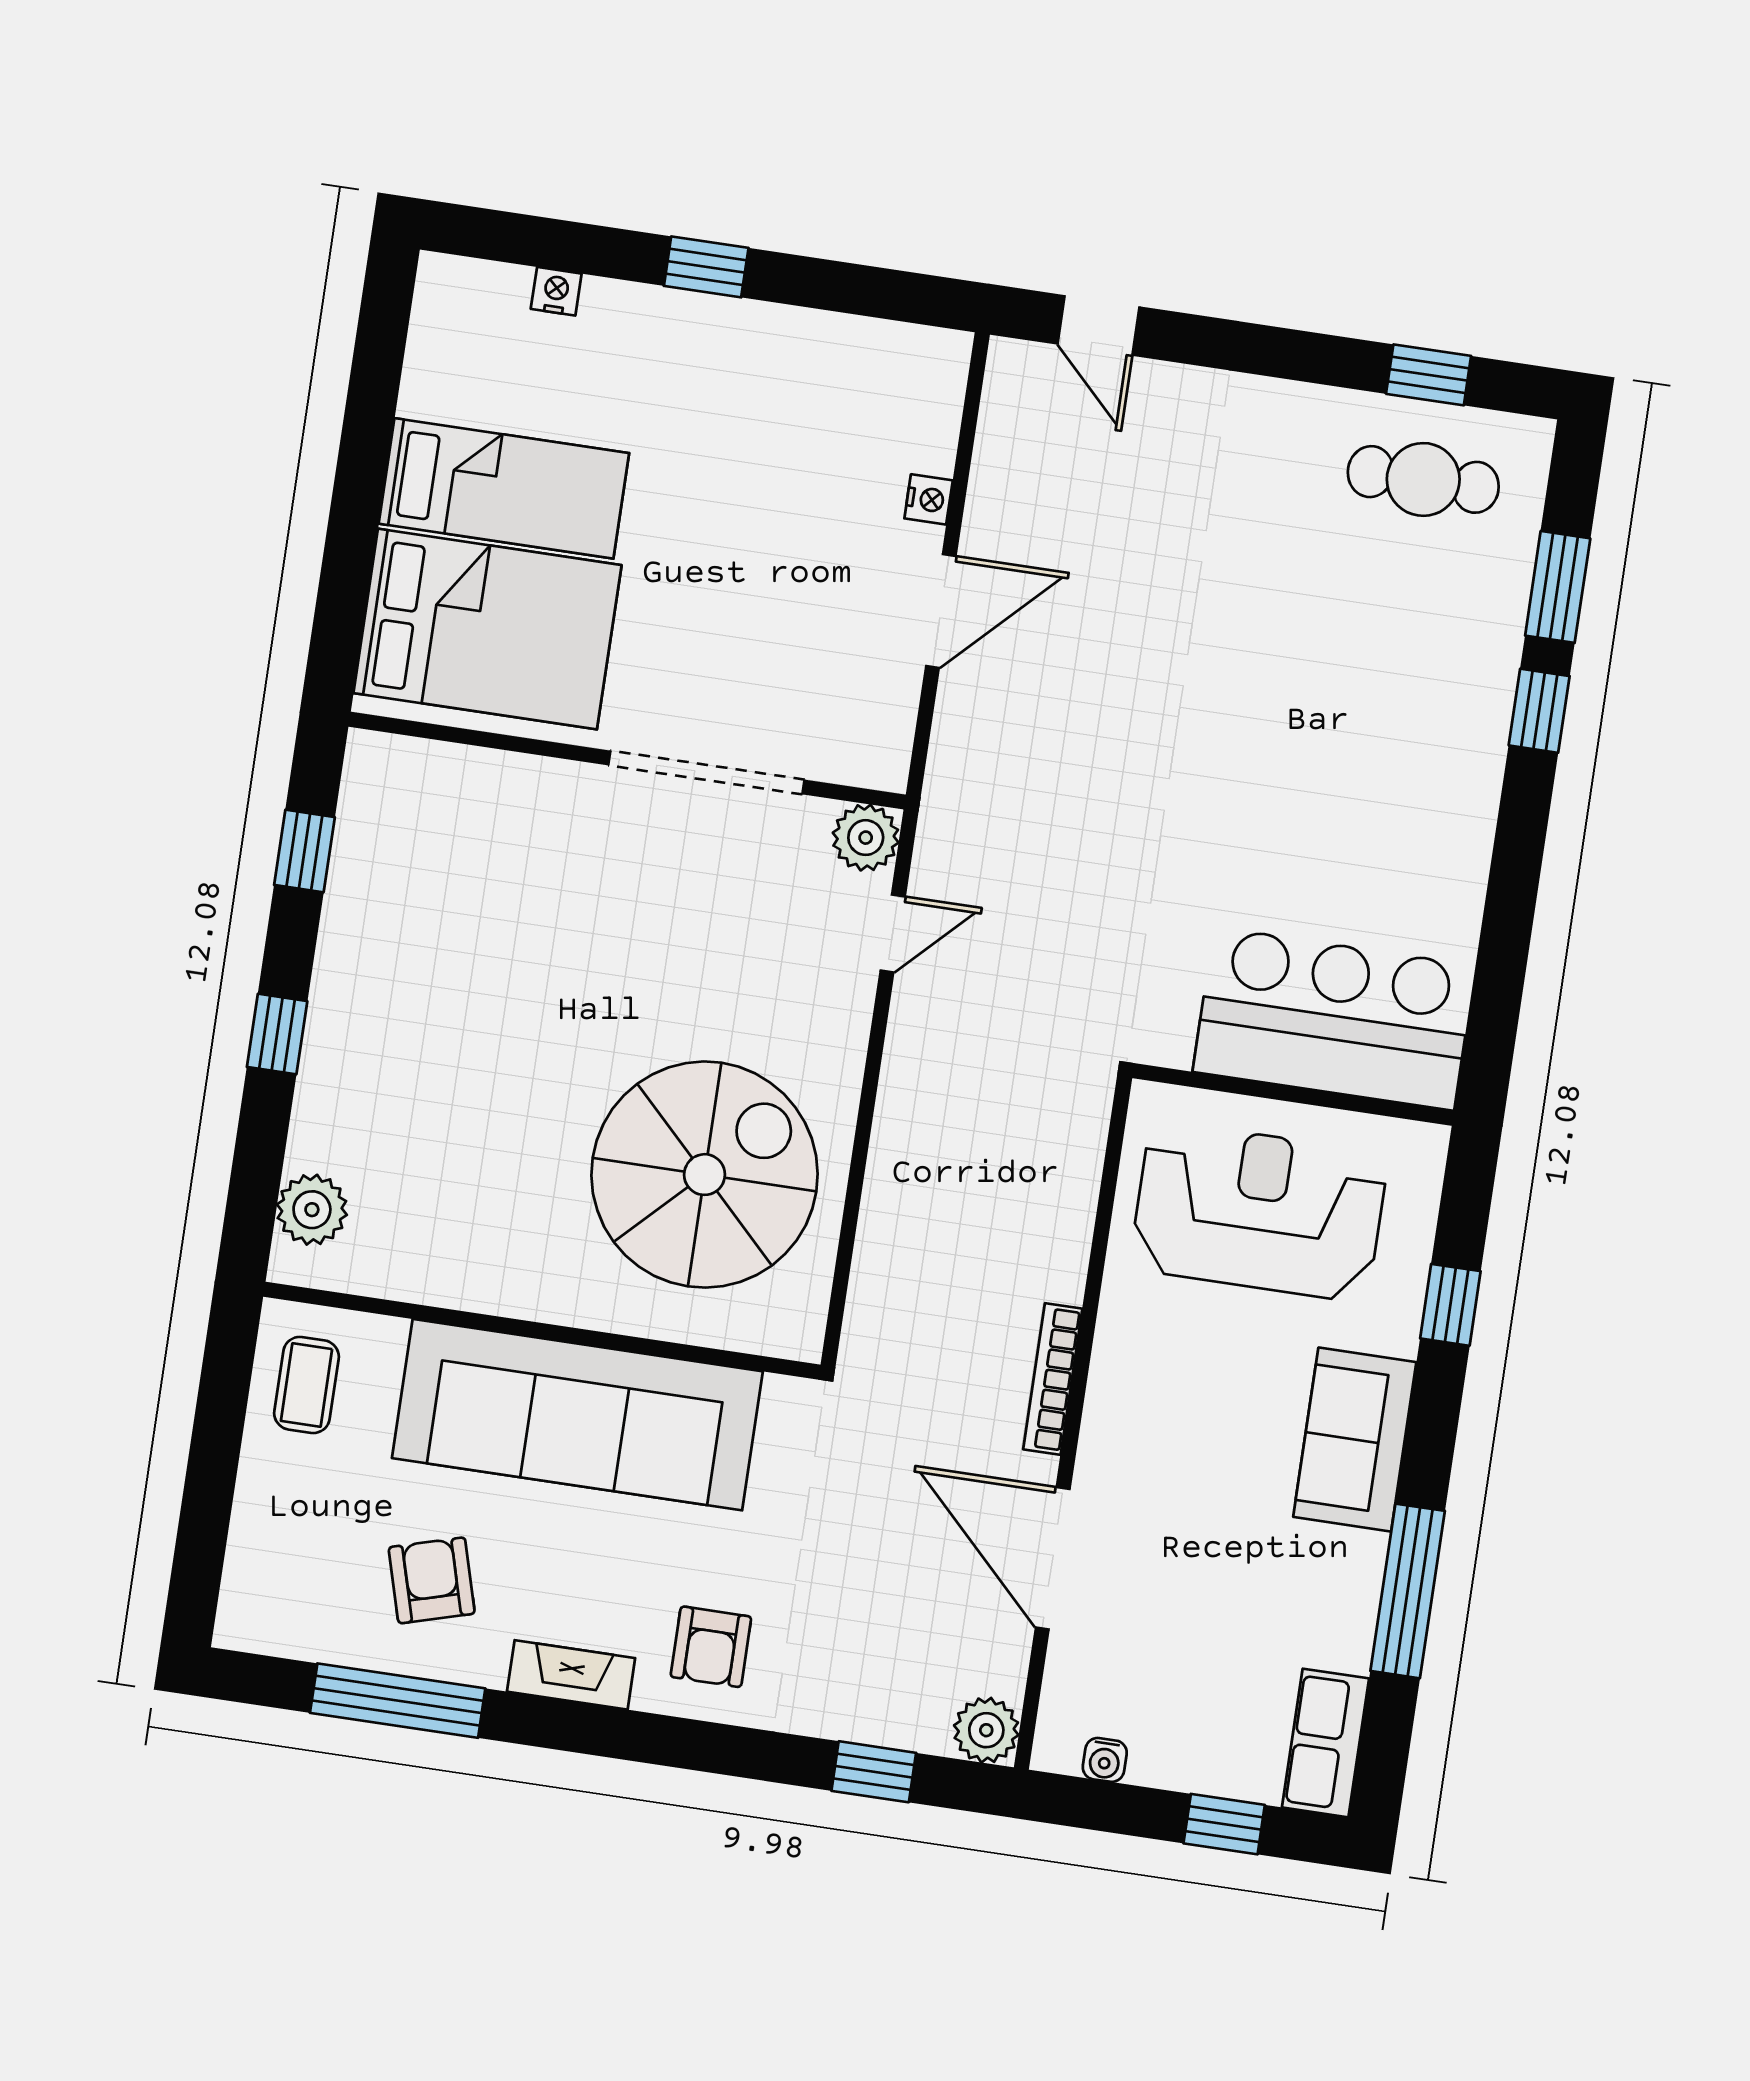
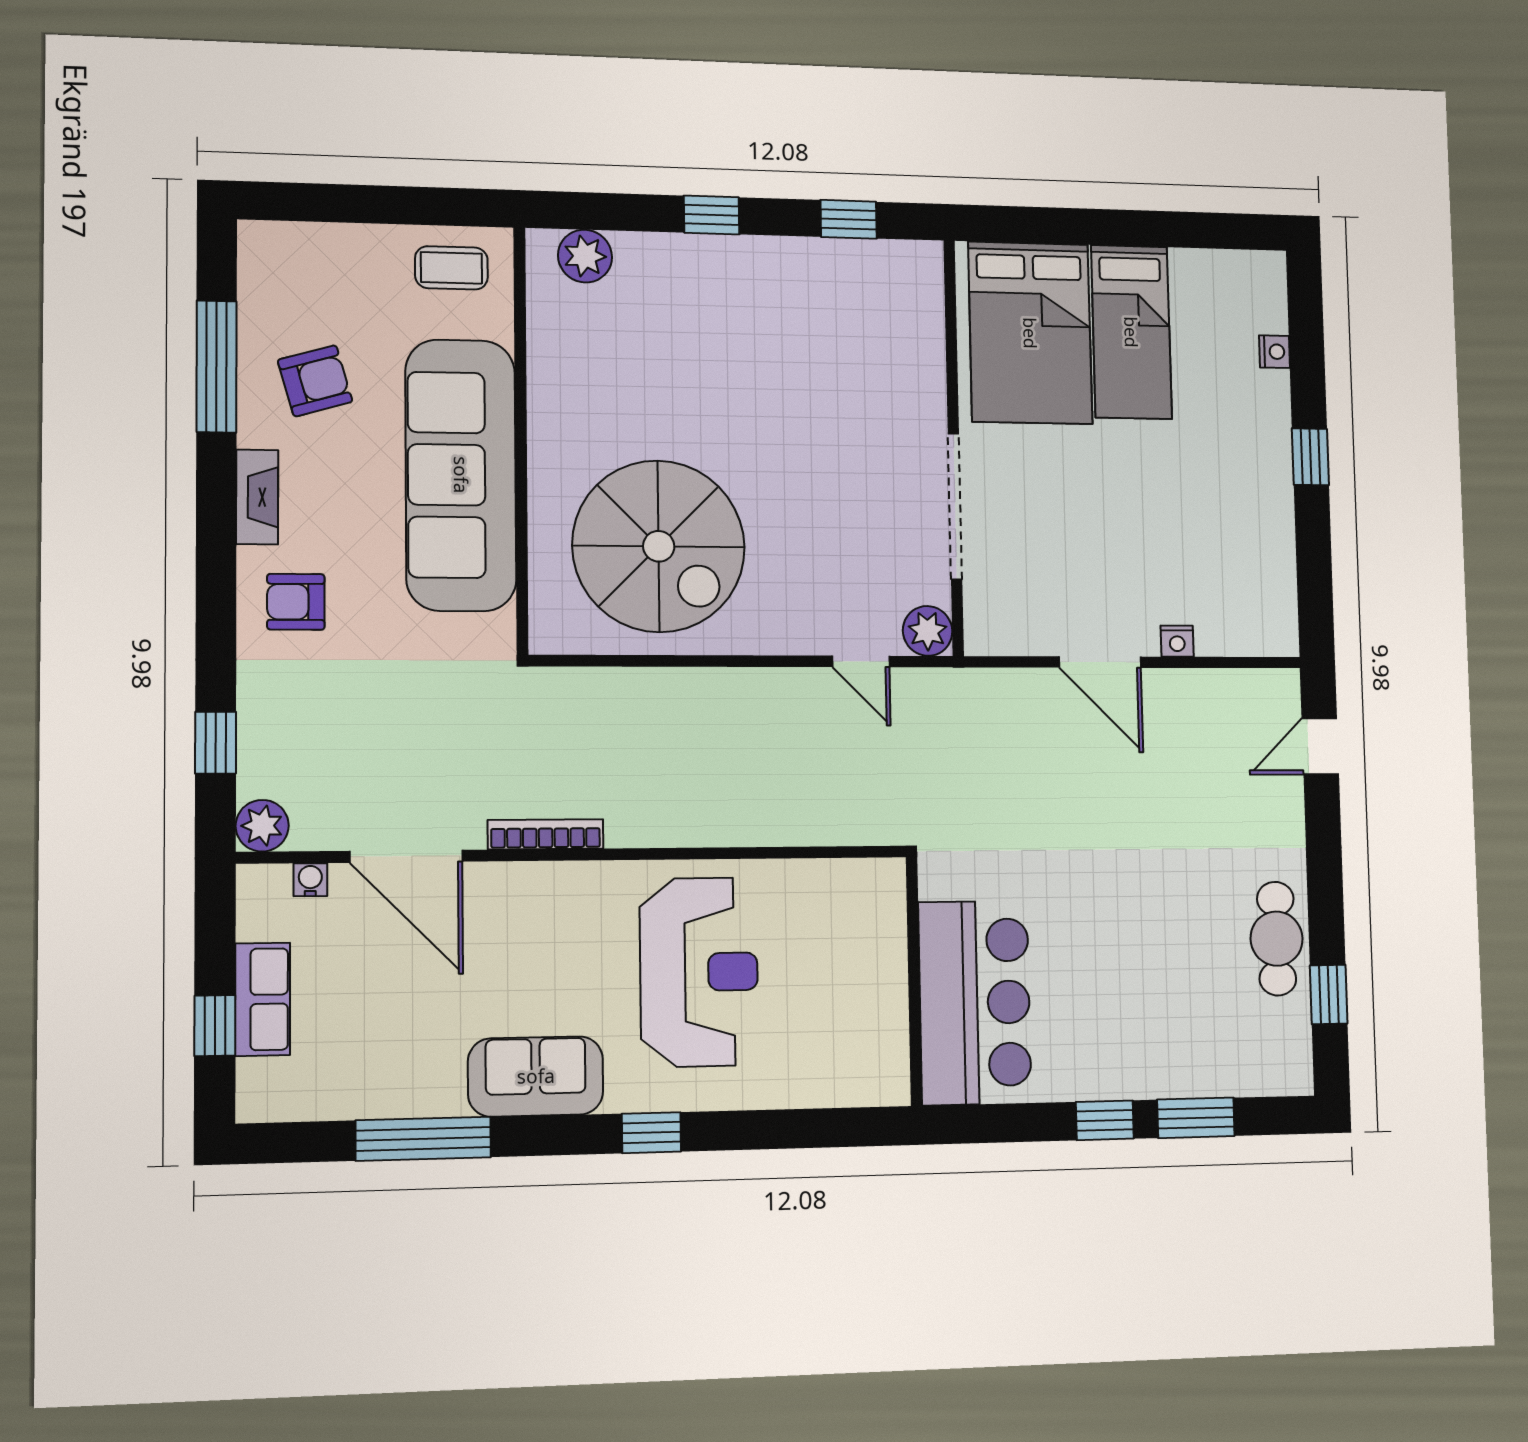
cafe table: (1423, 479) -> (1277, 939), moved
bar counter: (1334, 1019) -> (975, 1003), moved
wall: (1293, 1095) -> (914, 981), moved
door: (1053, 1558) -> (406, 856), swing flipped
row of seats: (1326, 1743) -> (263, 999), moved, turned 90
water cooler: (1105, 1760) -> (310, 880), moved, turned 90

